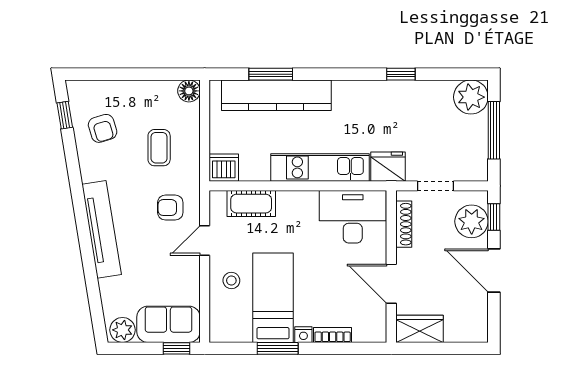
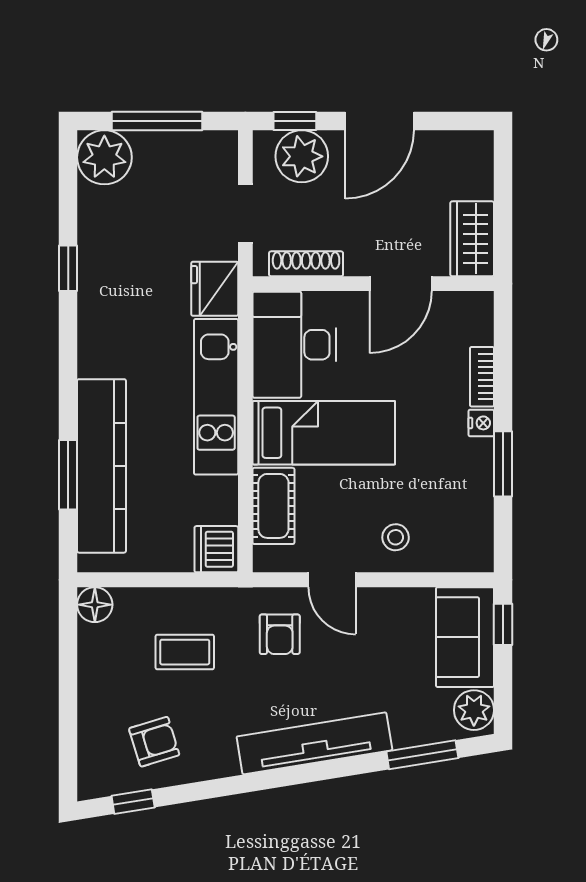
window: (94, 297) -> (422, 755), added
bed: (273, 298) -> (324, 433), moved, turned 180

